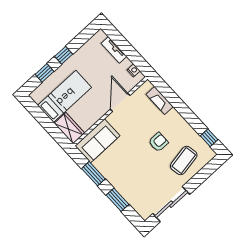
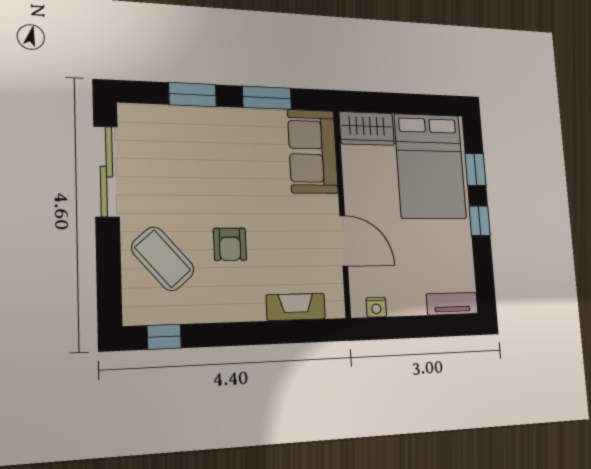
tv unit: (114, 50) -> (452, 304), moved
bed: (65, 96) -> (430, 166), width x1.50
coffee table: (184, 160) -> (163, 259), turned -31

